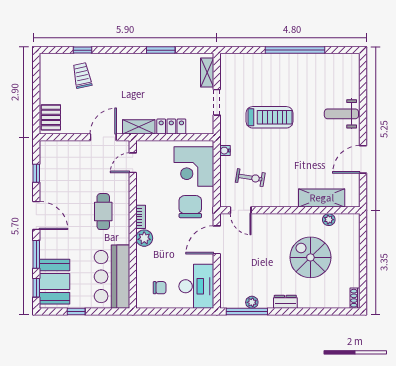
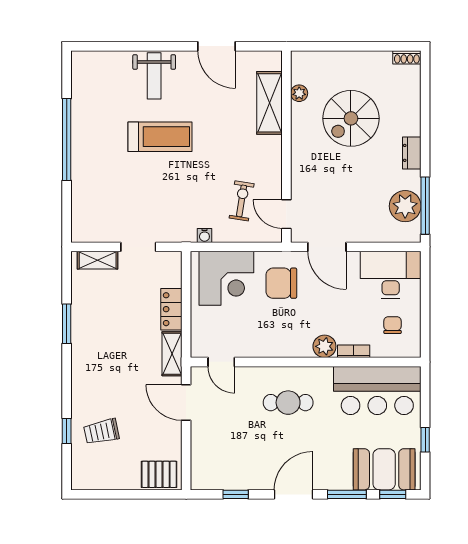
treadmill: (270, 117) -> (160, 137), moved, turned 90
door: (241, 210) -> (286, 214), swing flipped
bookcase: (141, 217) -> (354, 351), moved
plant: (252, 302) -> (405, 206), width x1.87, depth x1.87

